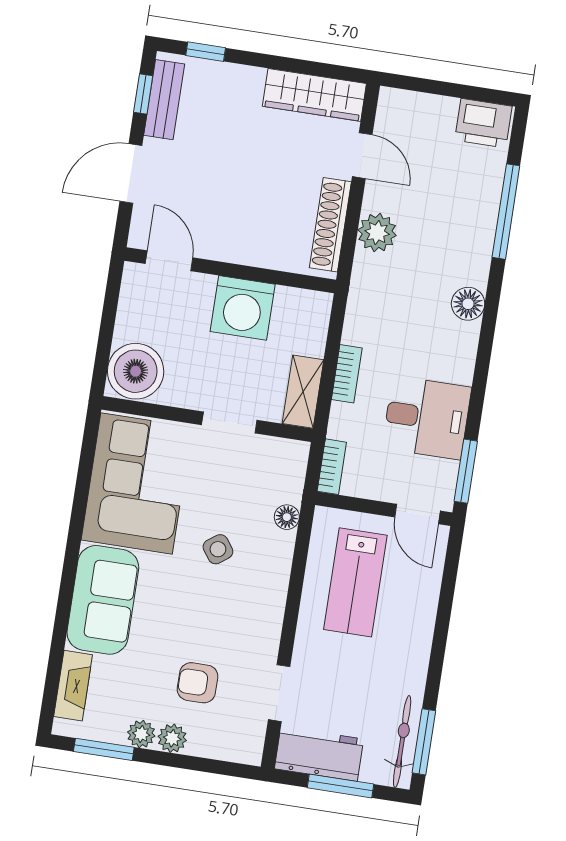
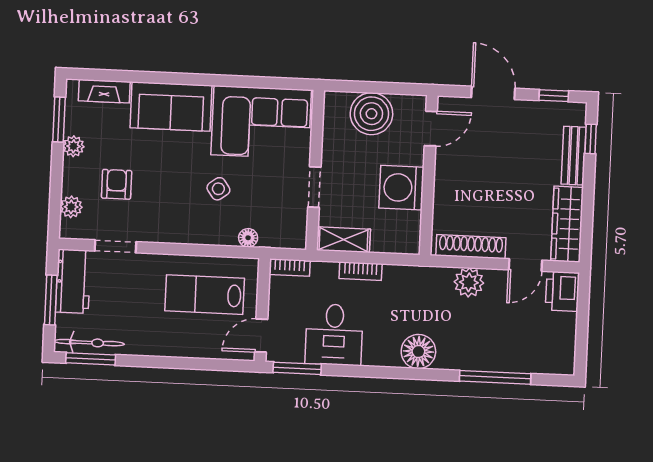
bench: (164, 100) -> (574, 156), moved, turned 90
printer: (483, 123) -> (562, 291), moved
floor lamp: (468, 304) -> (418, 351), width x1.38, depth x1.38
boiler: (136, 371) -> (371, 114), moved
plant: (172, 738) -> (71, 207), moved

